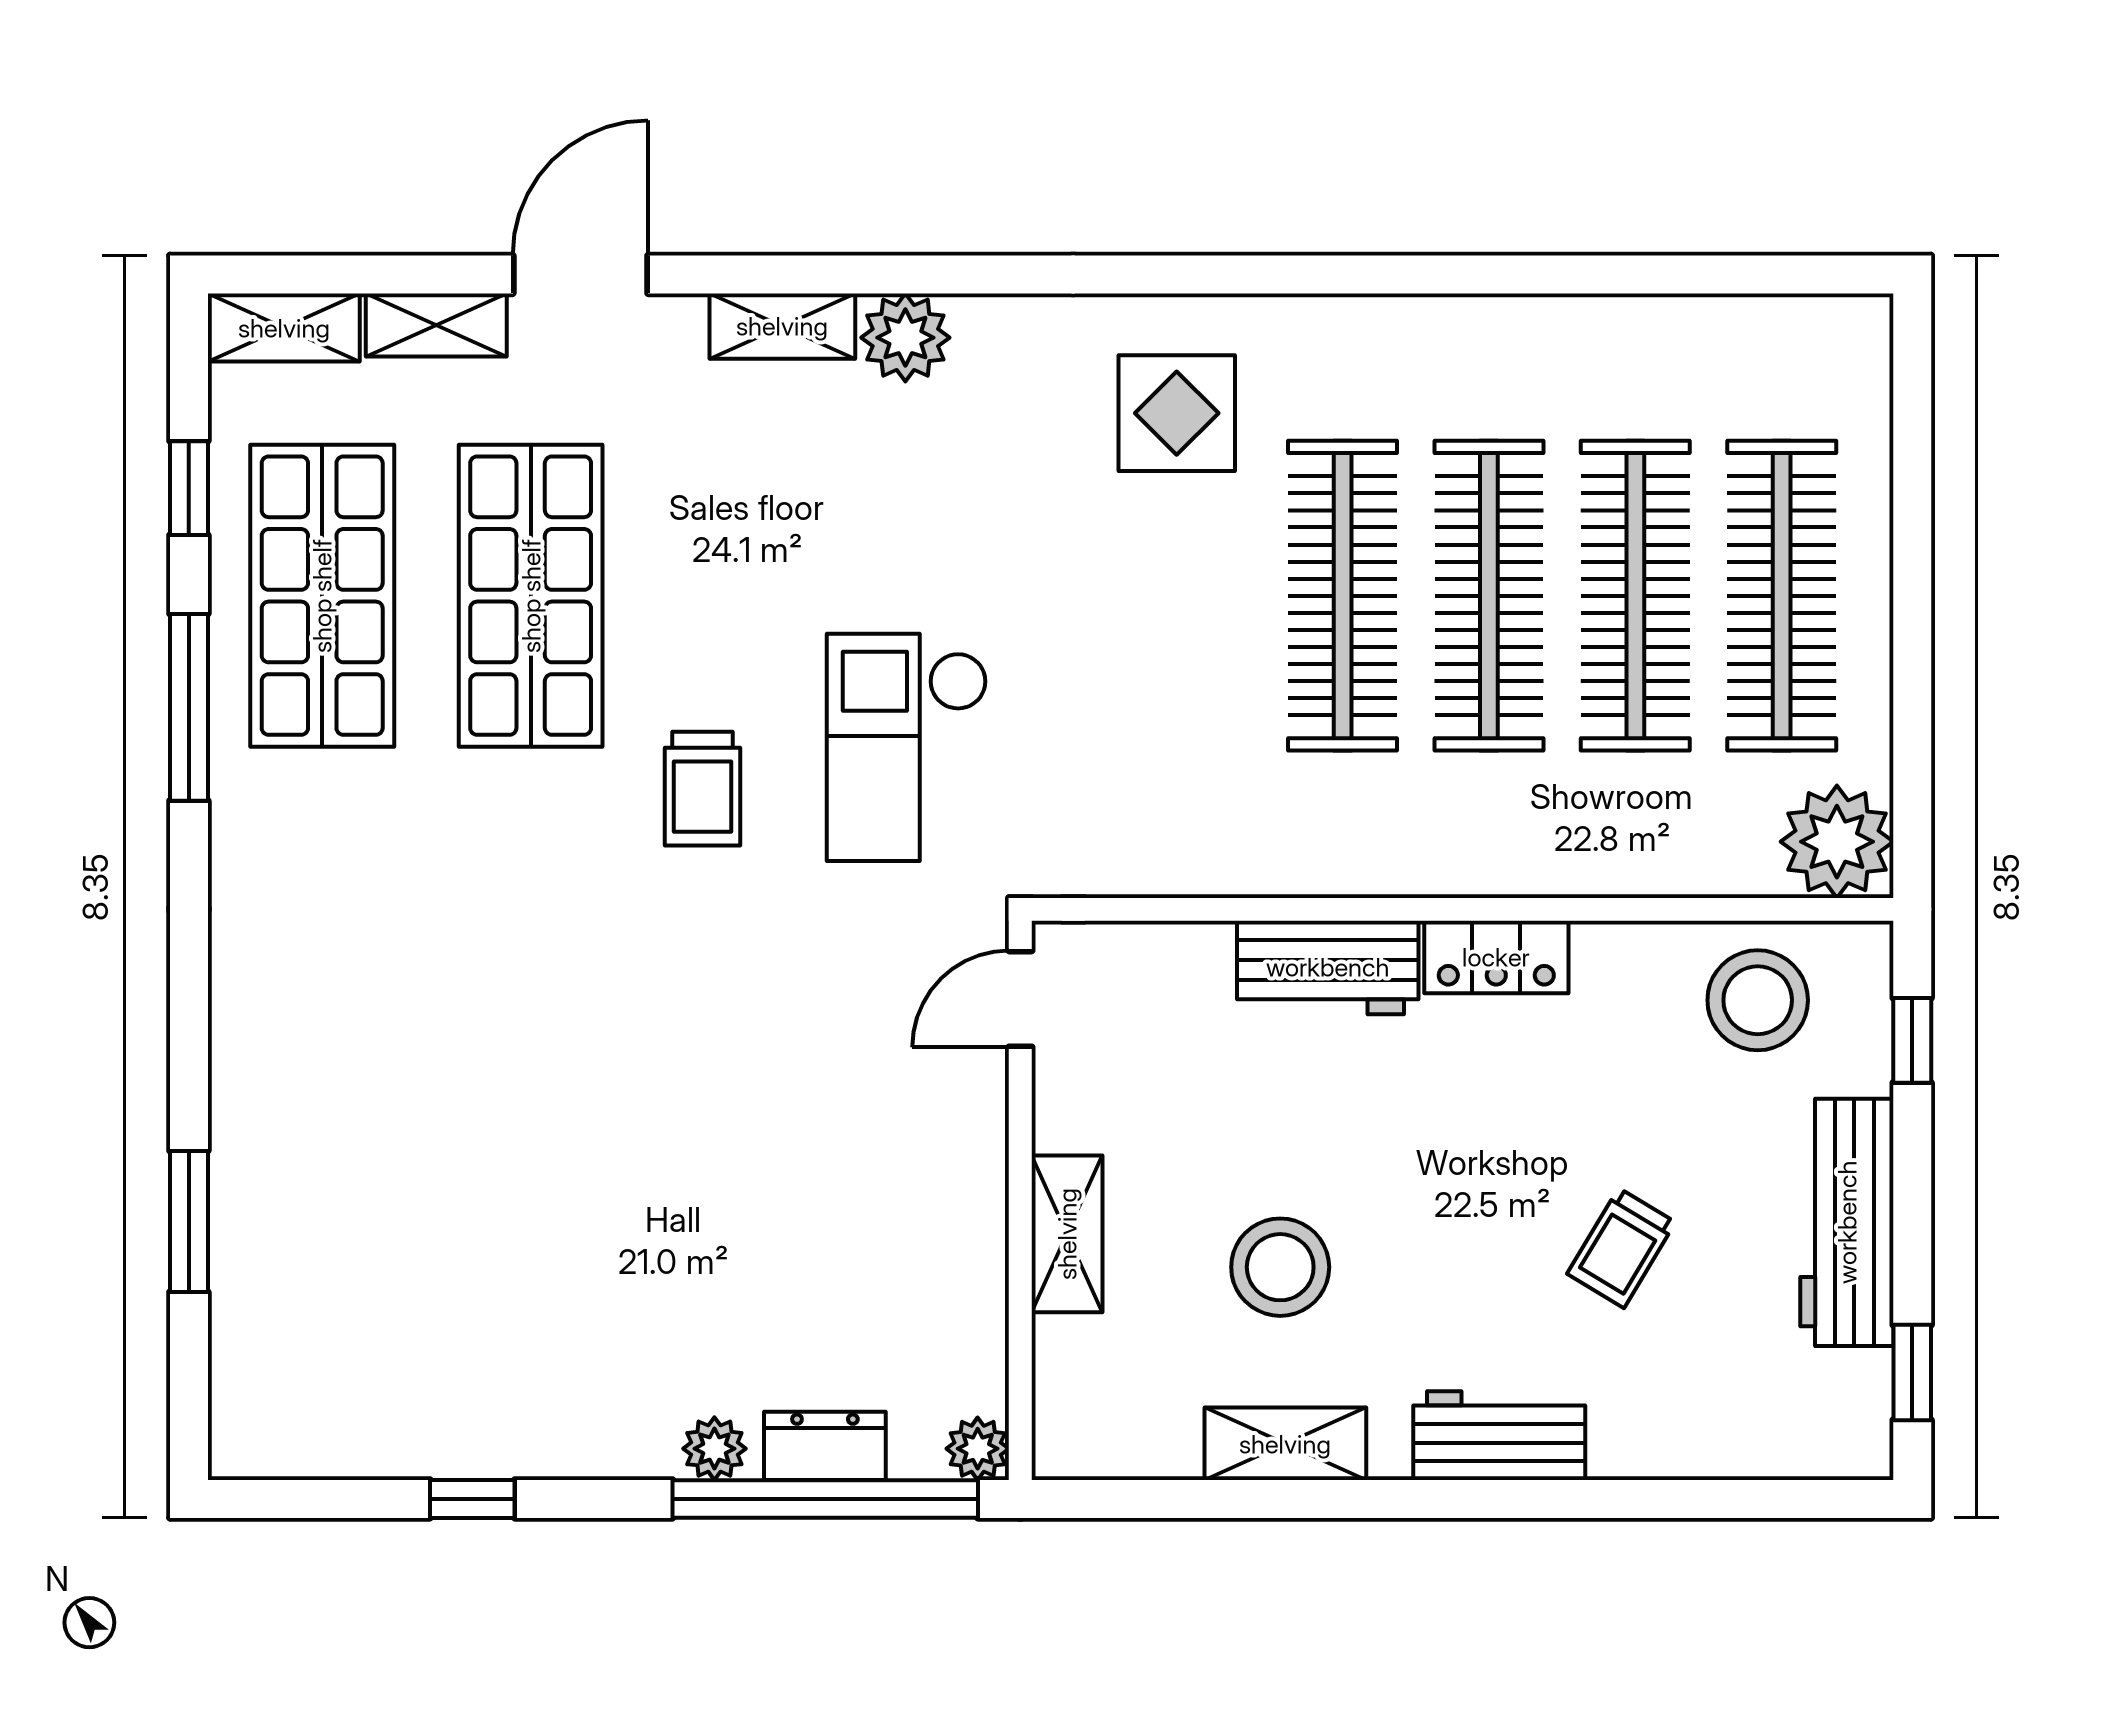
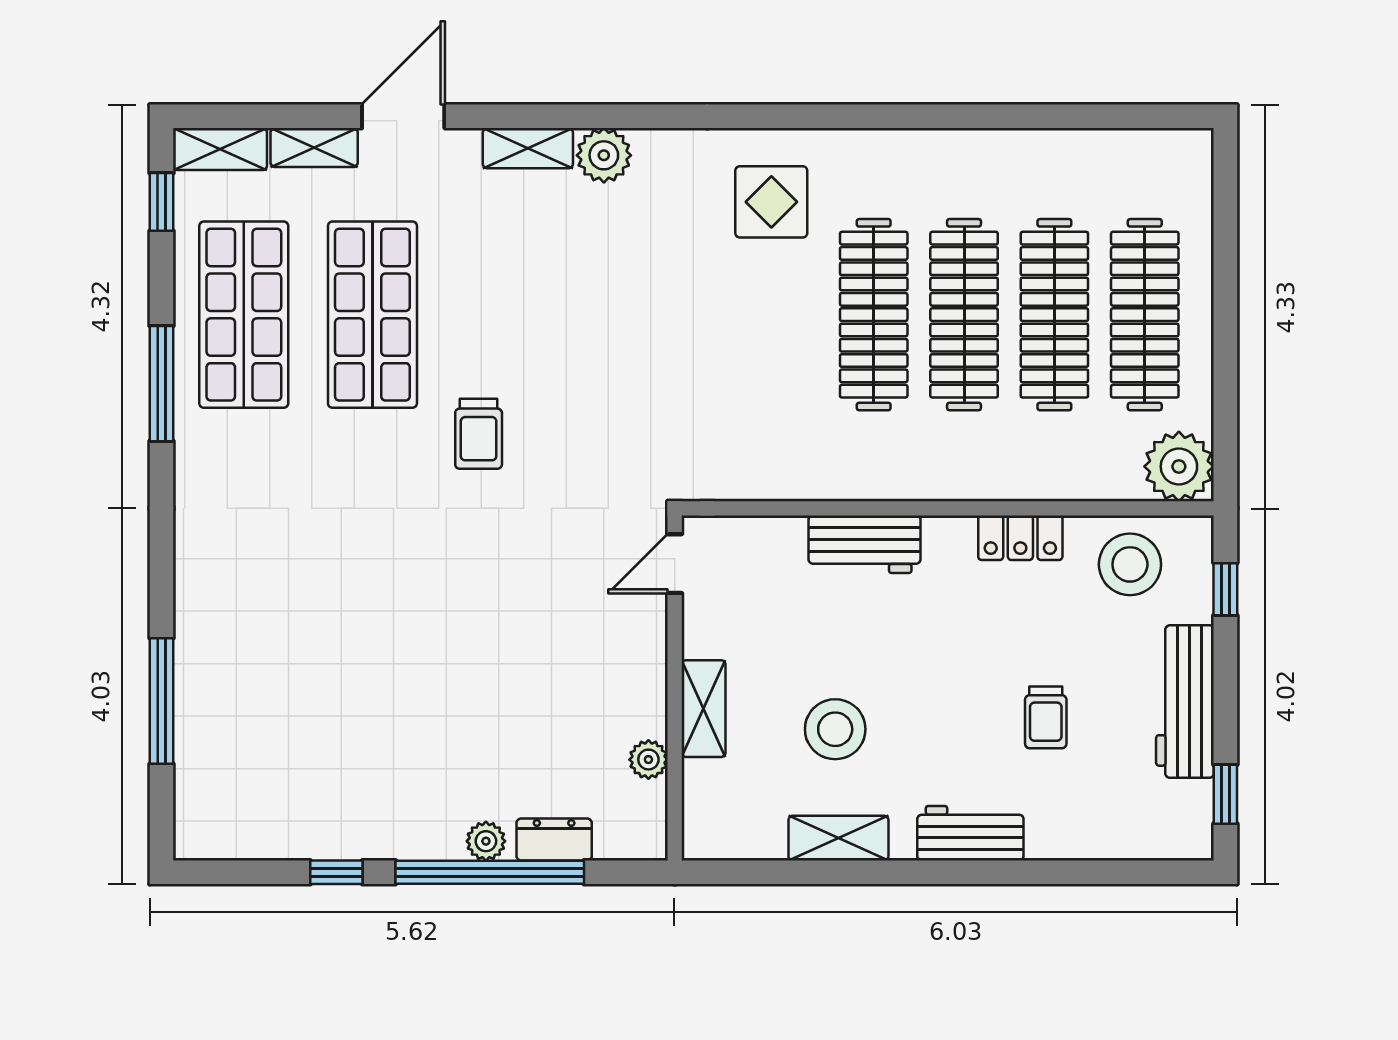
window: (189, 488) -> (161, 202), moved
checkout: (907, 747) -> (605, 408), removed
locker: (1496, 957) -> (1020, 538), moved
window: (189, 1221) -> (161, 701), width x1.44
trolley: (1621, 1248) -> (1046, 717), turned -31
plant: (978, 1449) -> (648, 760), moved
window: (825, 1499) -> (490, 872), moved

